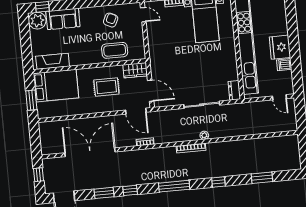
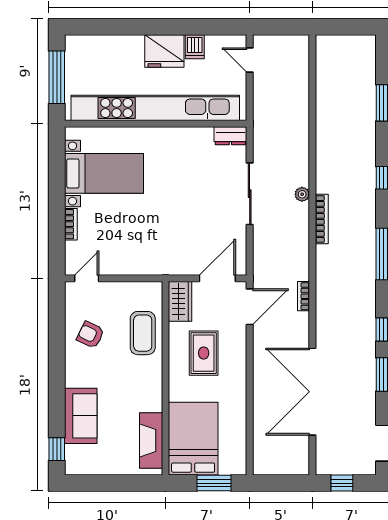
plant: (37, 21) -> (79, 460), removed
door: (279, 97) -> (250, 60), swing flipped

